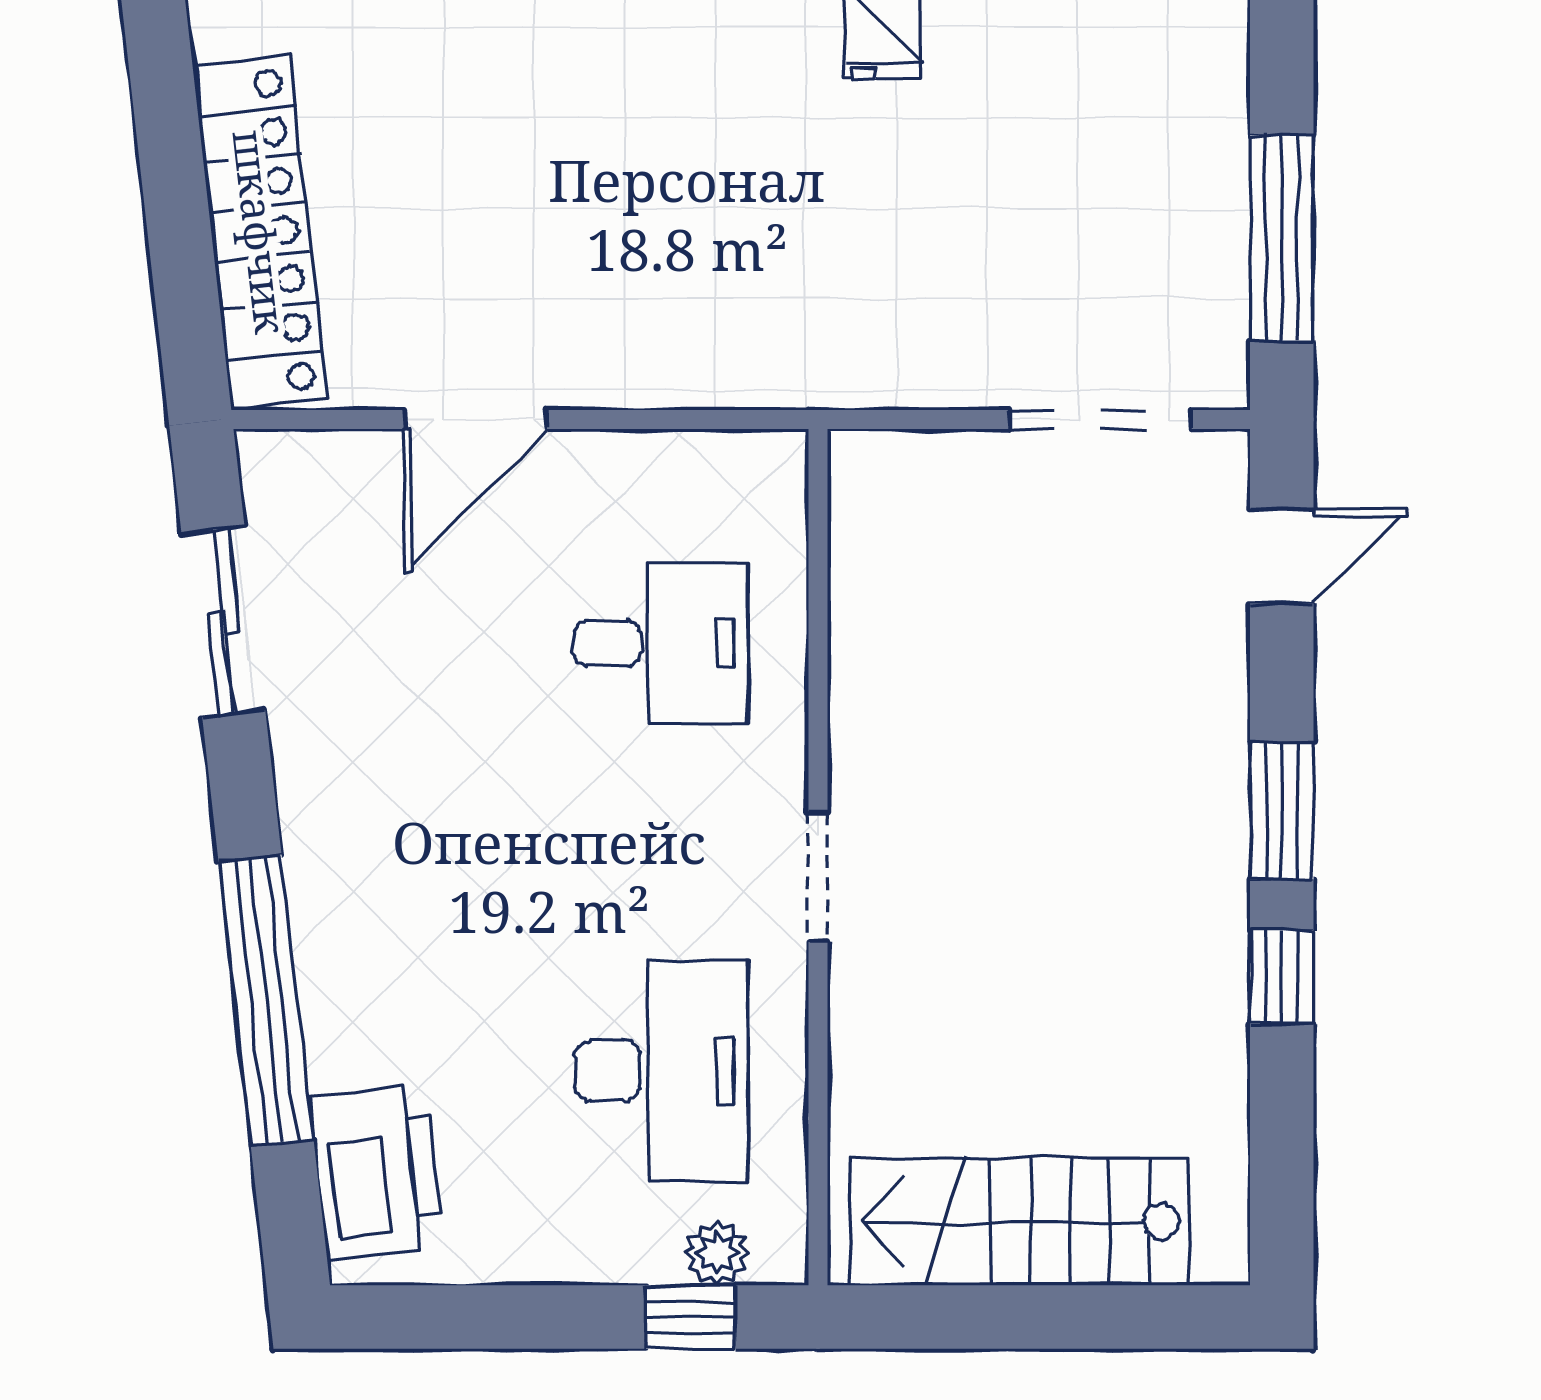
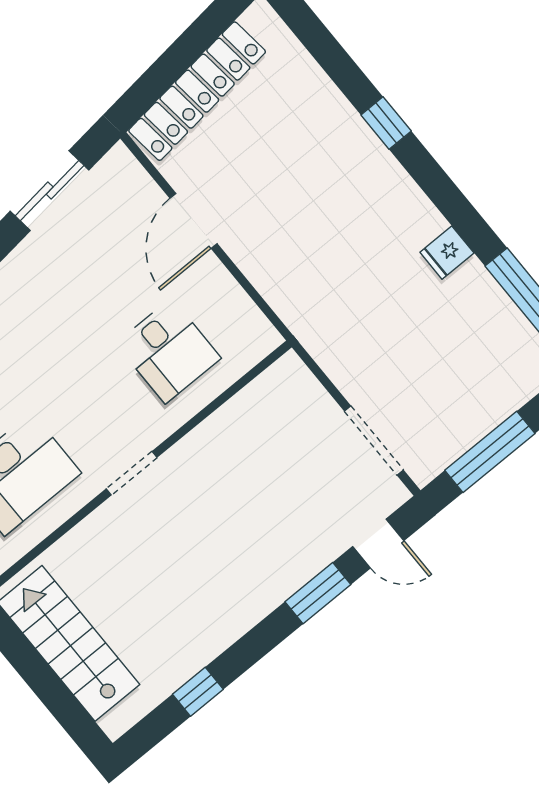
door: (476, 420) -> (193, 221), hinge flipped
window: (1282, 811) -> (318, 593), moved
window: (1282, 977) -> (198, 692), moved

